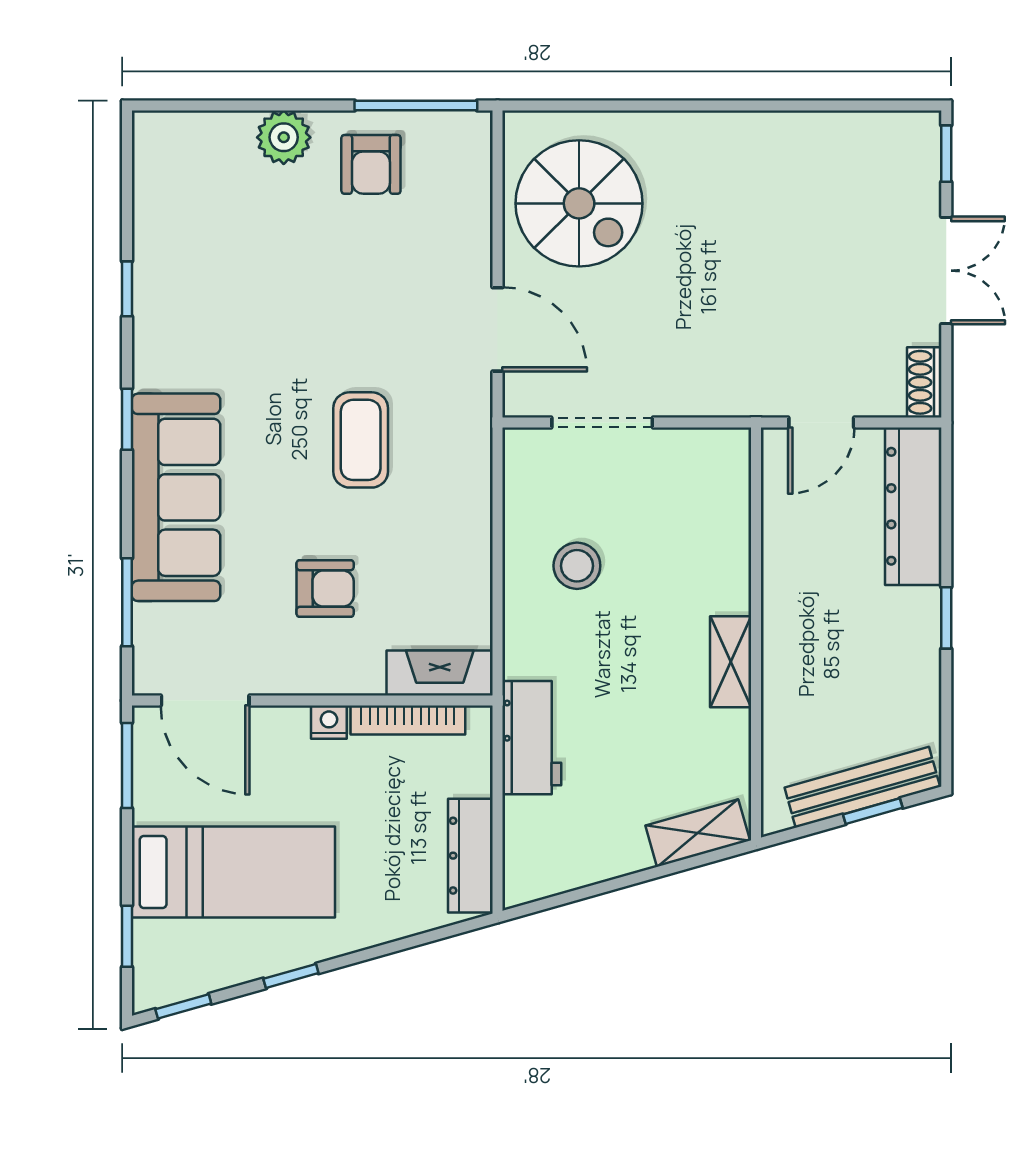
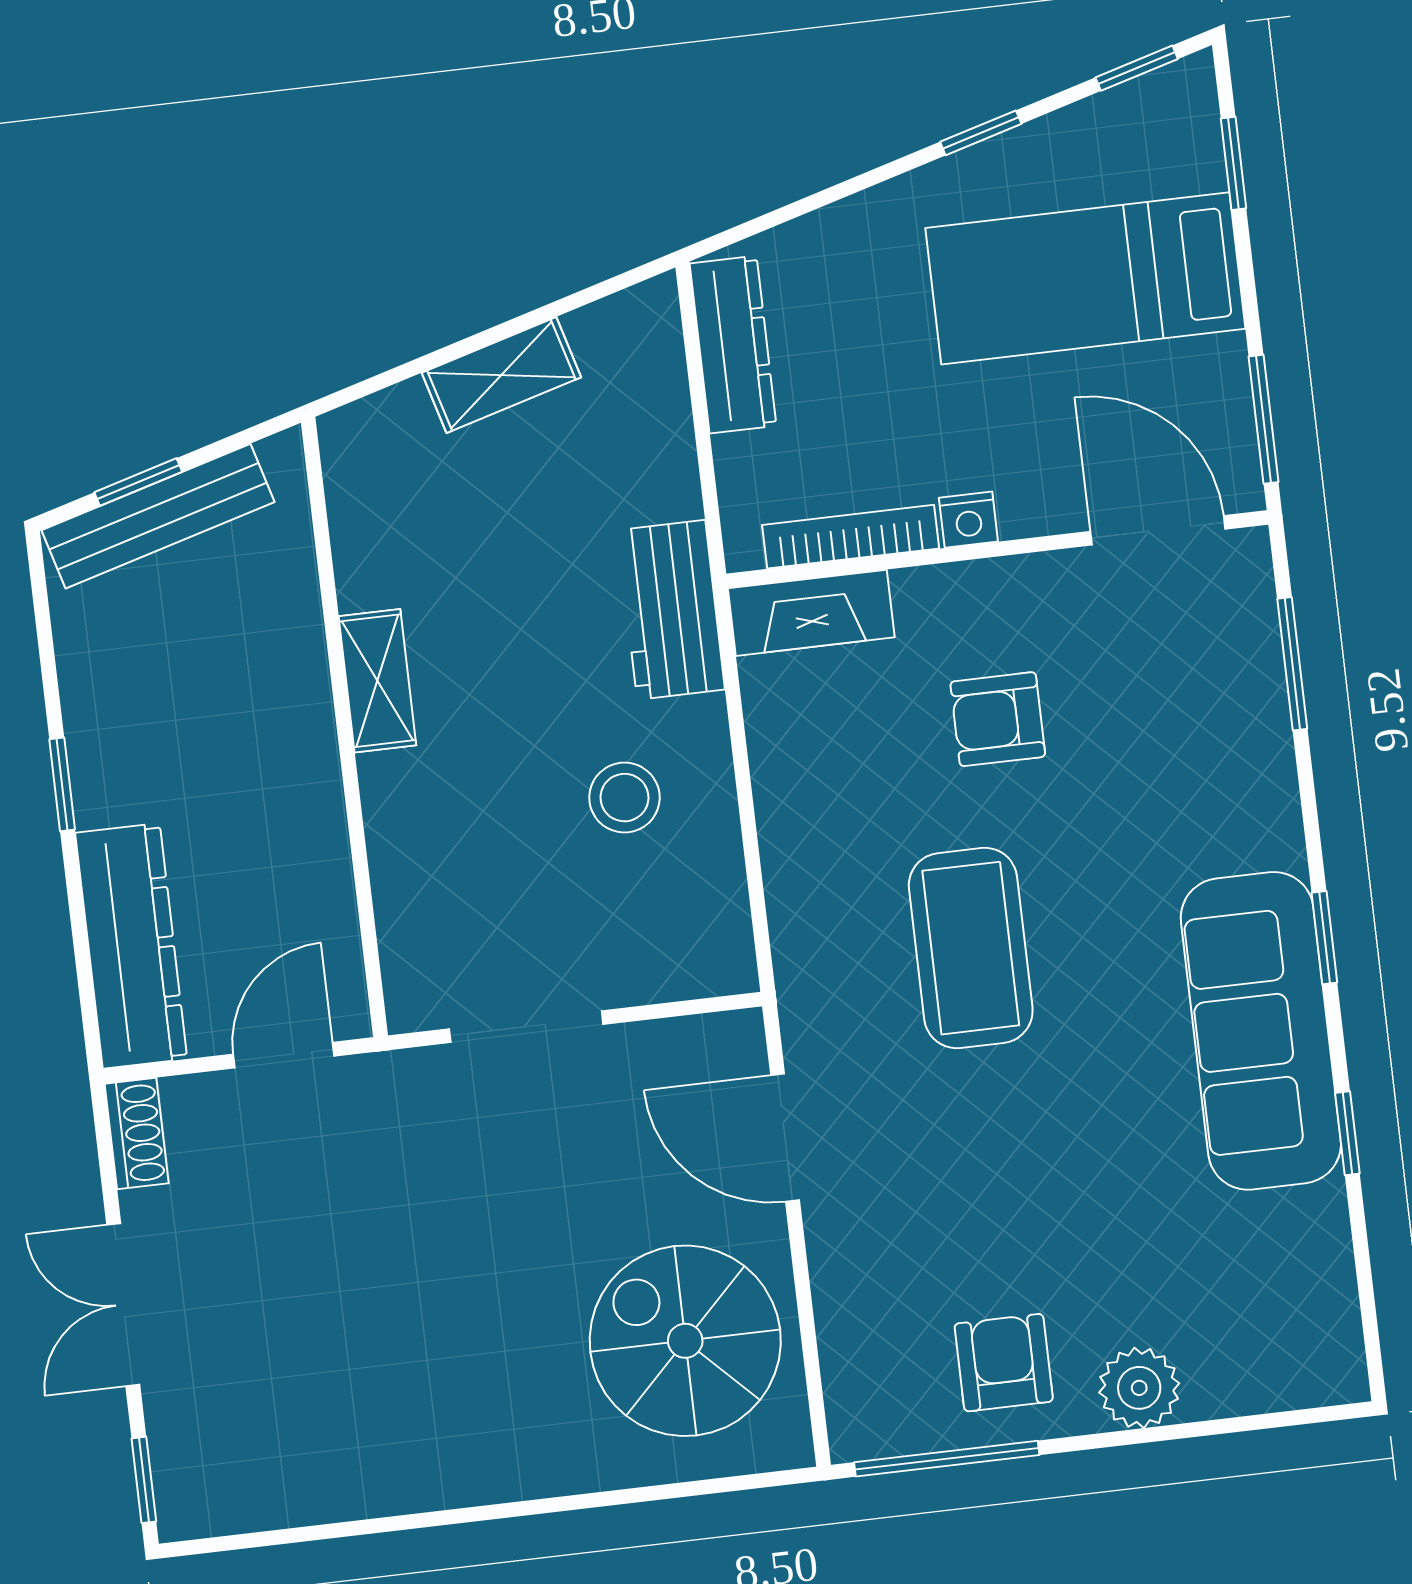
doorway: (602, 423) -> (526, 1027), moved
coffee table: (361, 440) -> (971, 948), width x1.36, depth x1.32
sofa: (176, 497) -> (1261, 1031), moved
workbench: (532, 738) -> (671, 610), moved
shelving: (698, 833) -> (501, 375), moved

